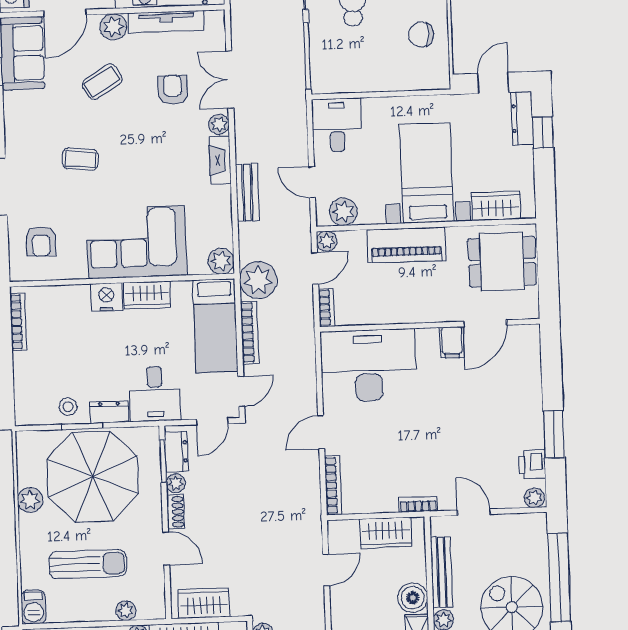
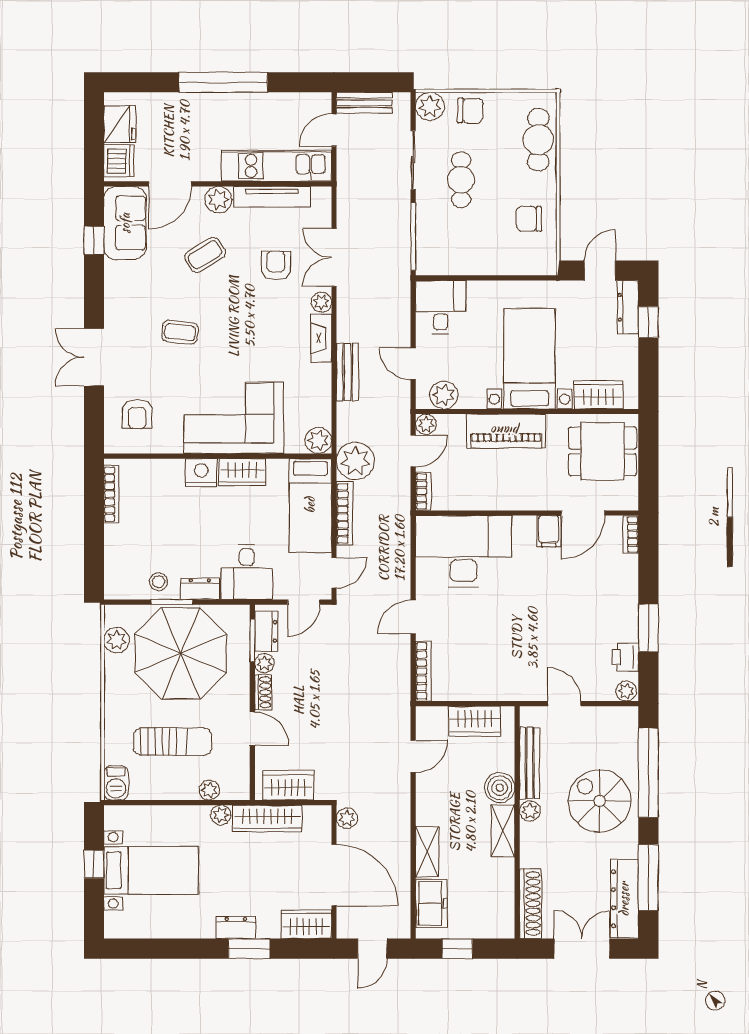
plant: (30, 500) -> (117, 640), moved
bookcase: (418, 504) -> (631, 535), moved, turned -90

